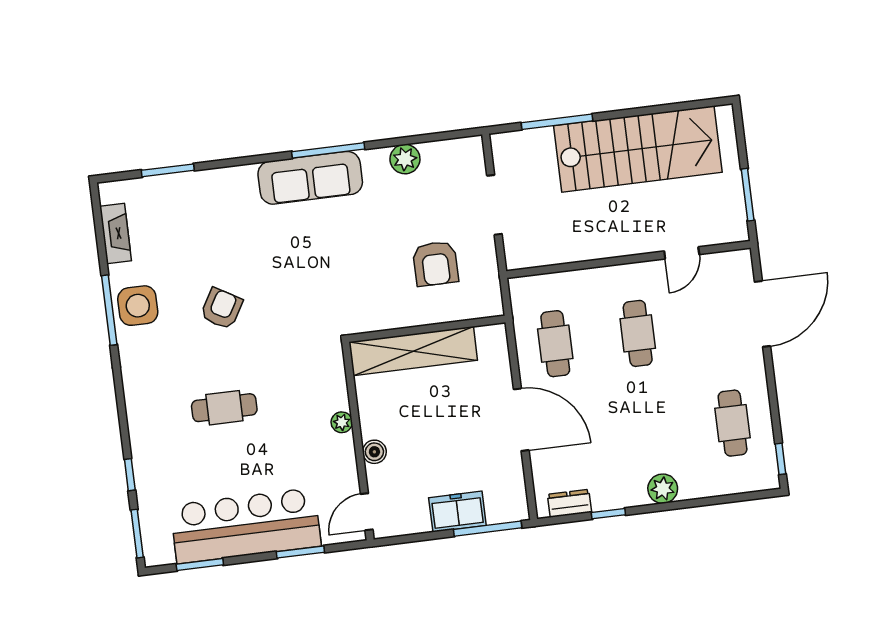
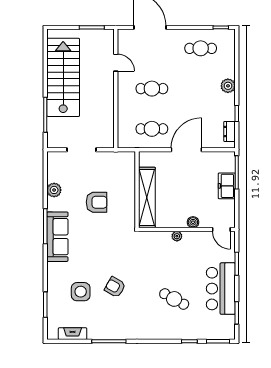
armchair: (435, 264) -> (97, 202), moved
side table: (138, 306) -> (81, 292), moved
cafe table: (224, 408) -> (174, 299), moved, turned -61
bar counter: (246, 526) -> (221, 289), width x0.73

